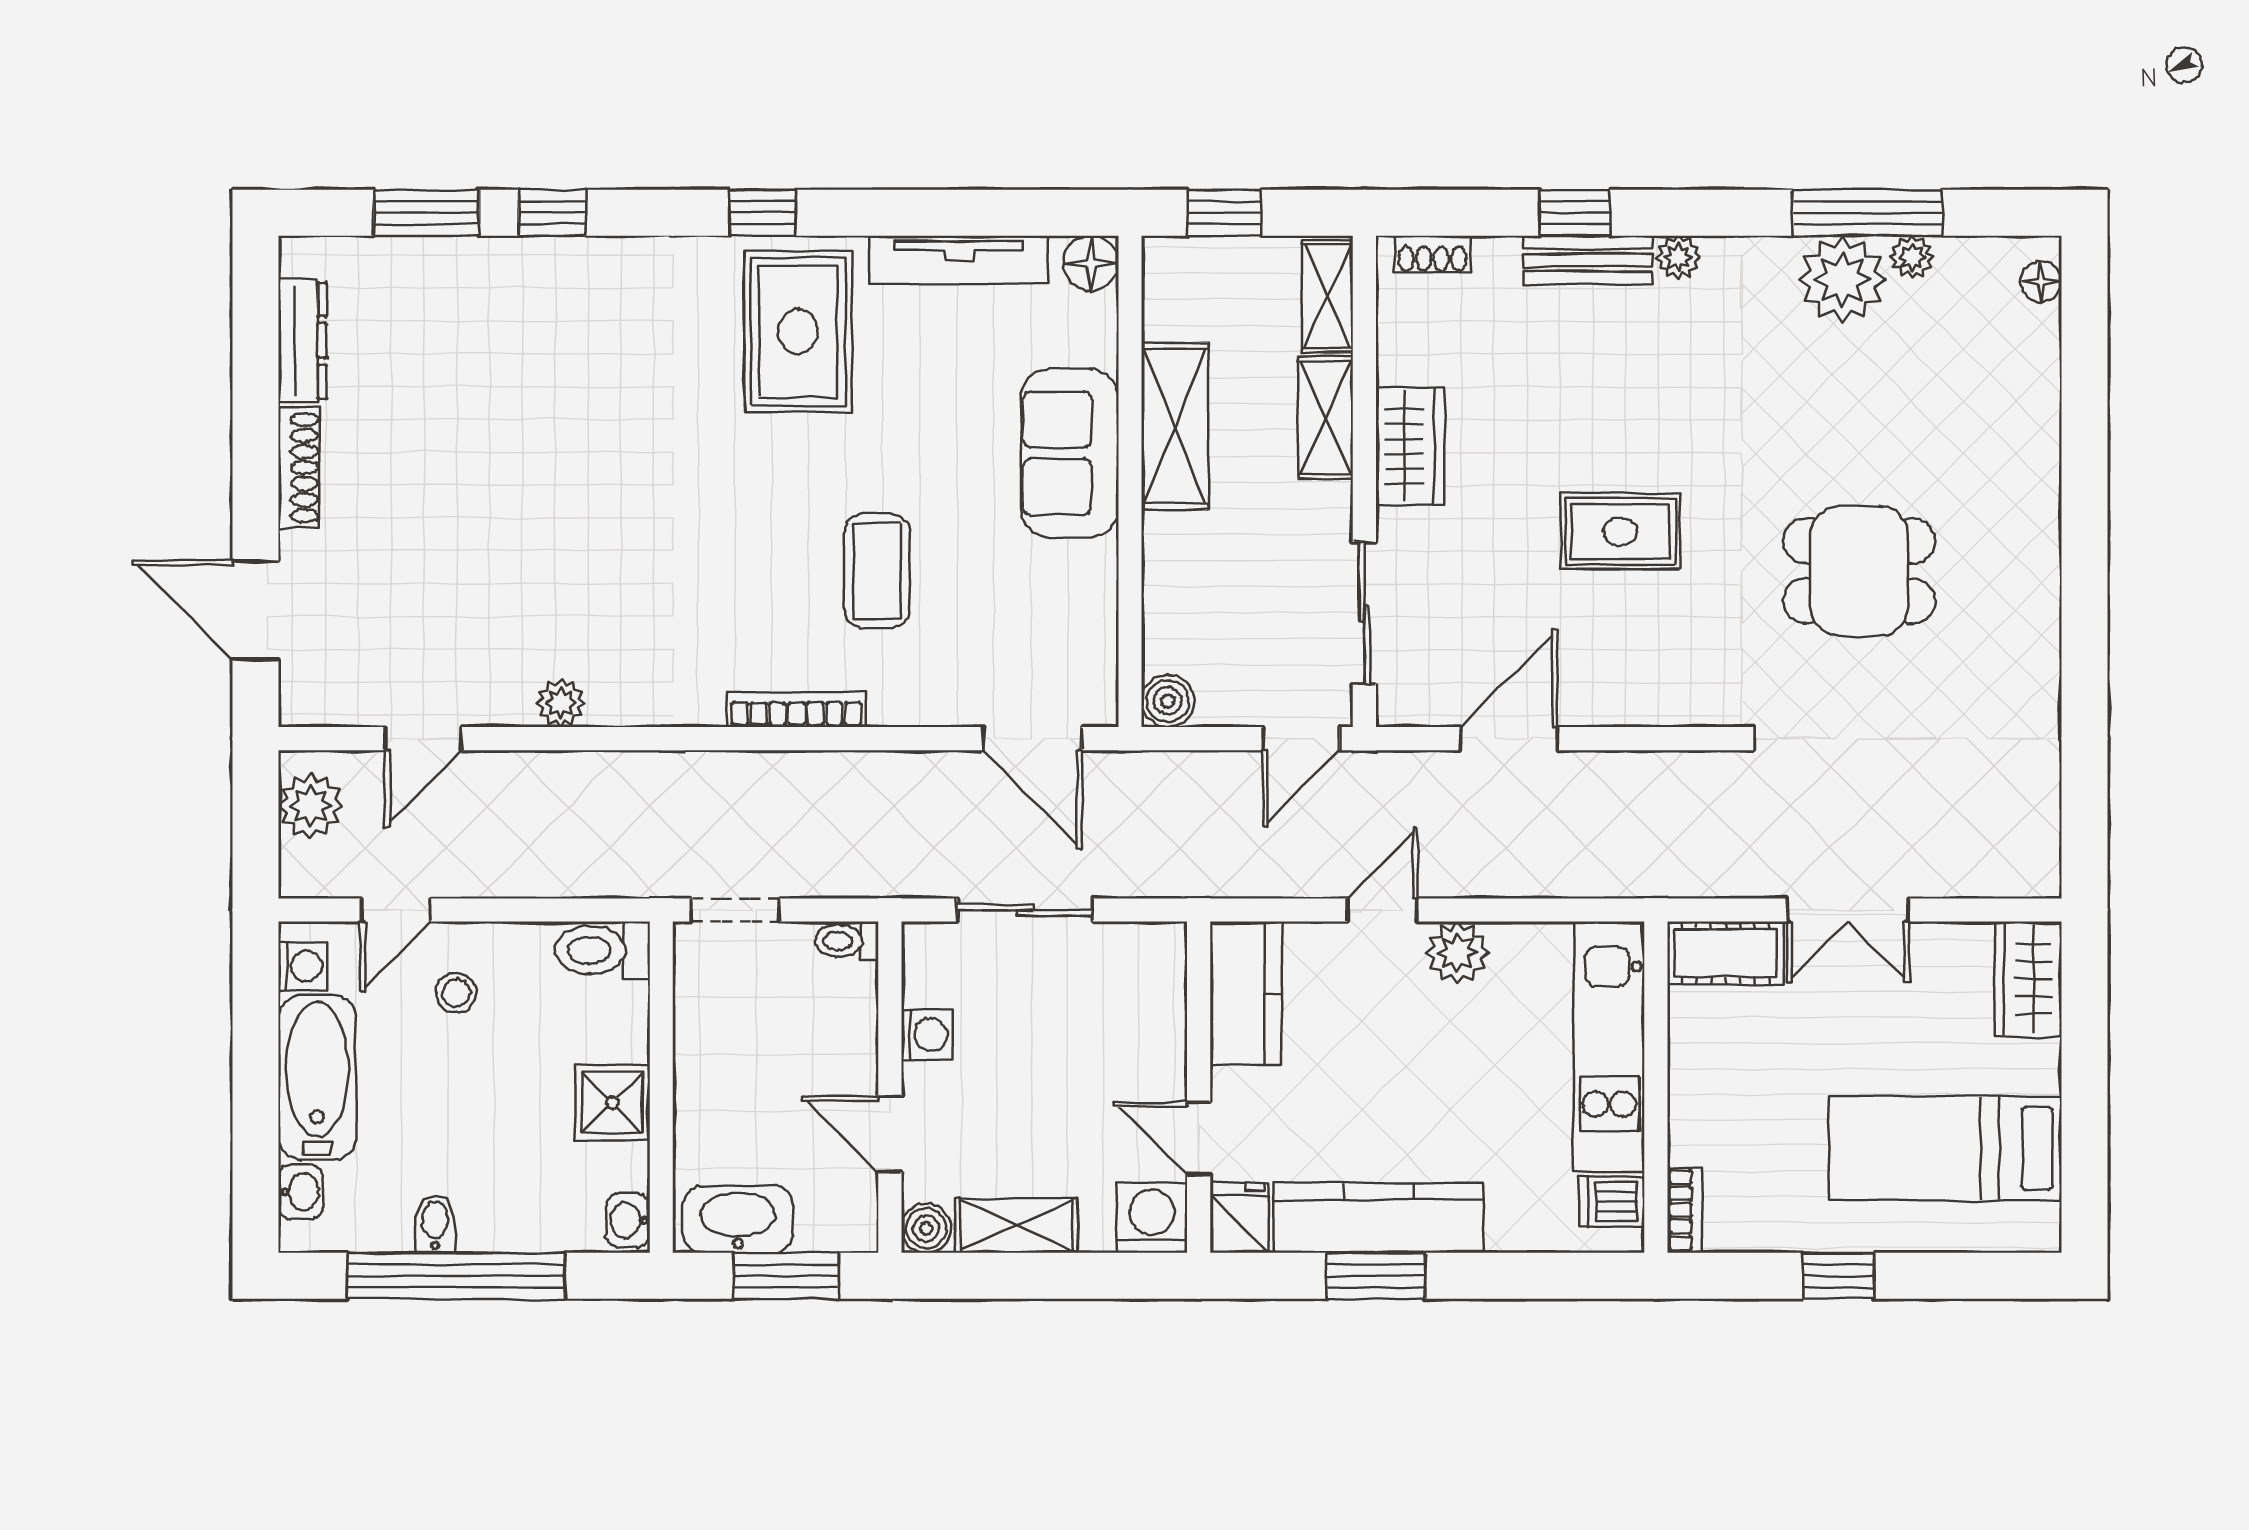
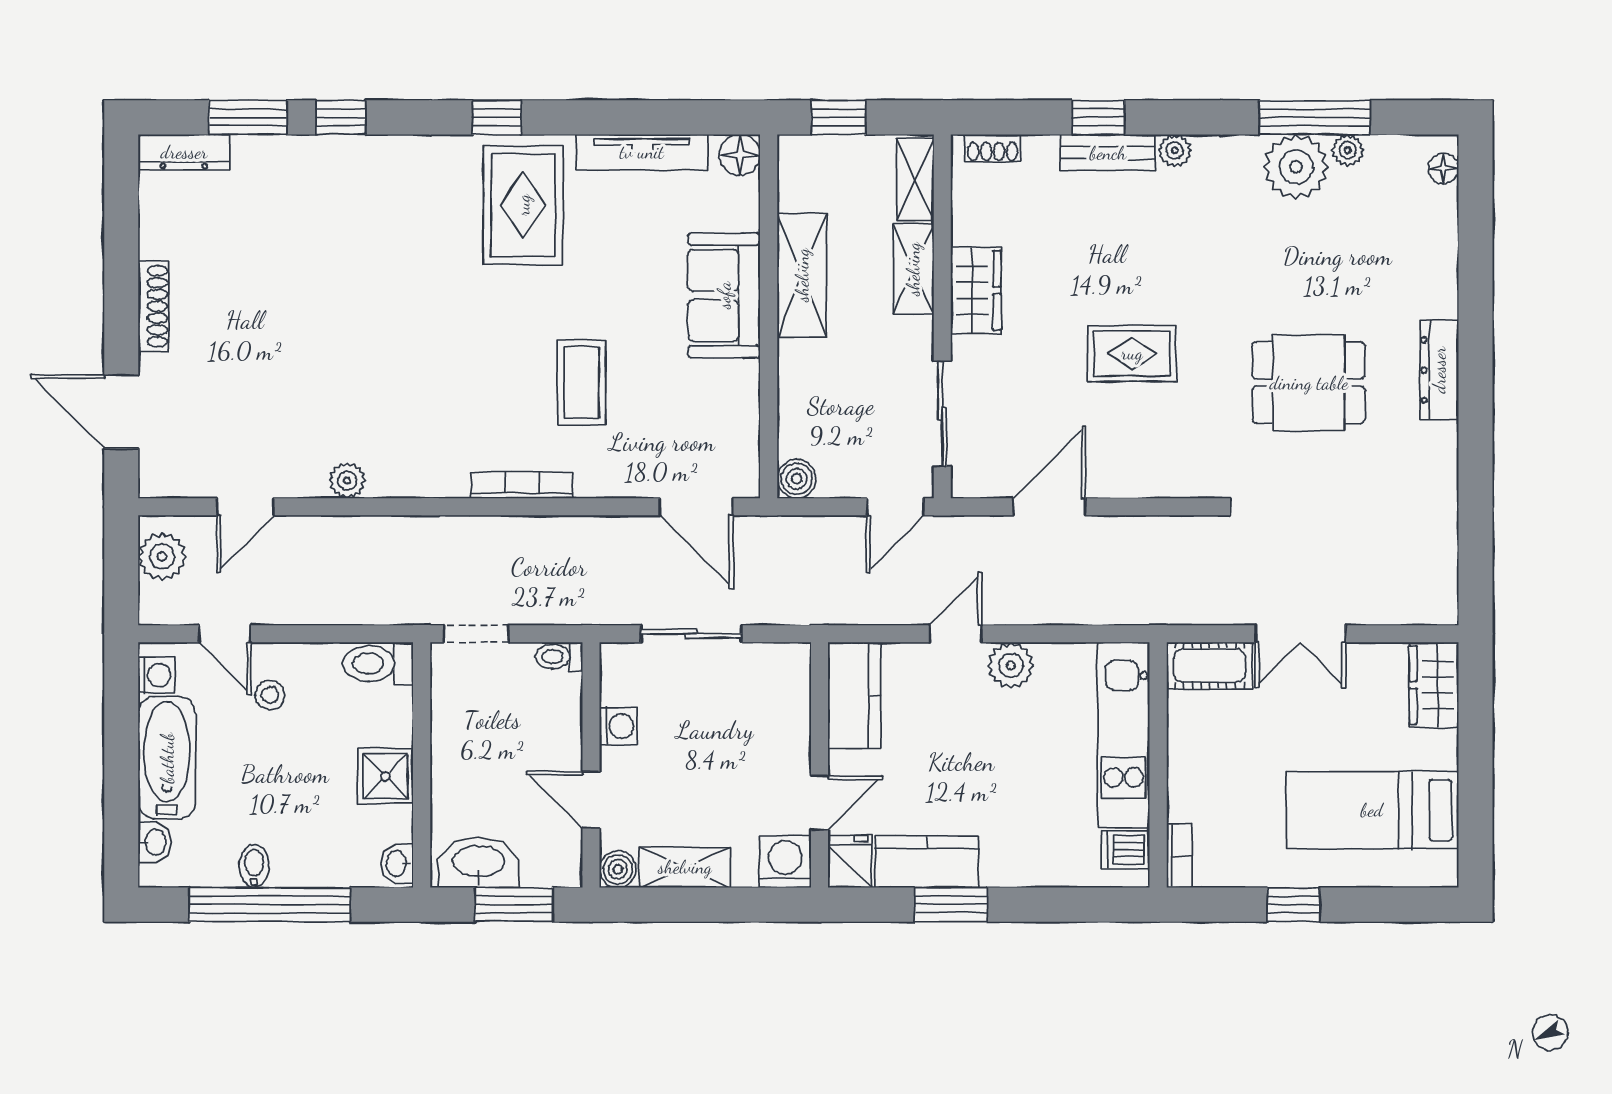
dresser: (302, 341) -> (184, 152), moved, turned 90
dresser: (2035, 554) -> (1439, 370), added
door: (395, 910) -> (225, 634), hinge flipped
door: (1199, 1139) -> (819, 803), swing flipped
kitchen counter: (1379, 1218) -> (927, 862), width x0.67

